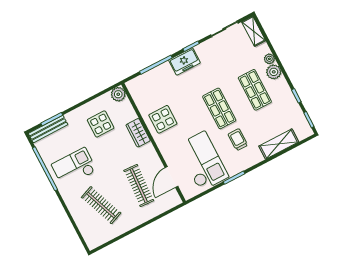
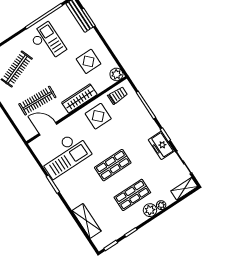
freezer: (184, 61) -> (161, 145), moved
wardrobe: (138, 133) -> (79, 99), width x1.50
trolley: (238, 140) -> (118, 95), moved

